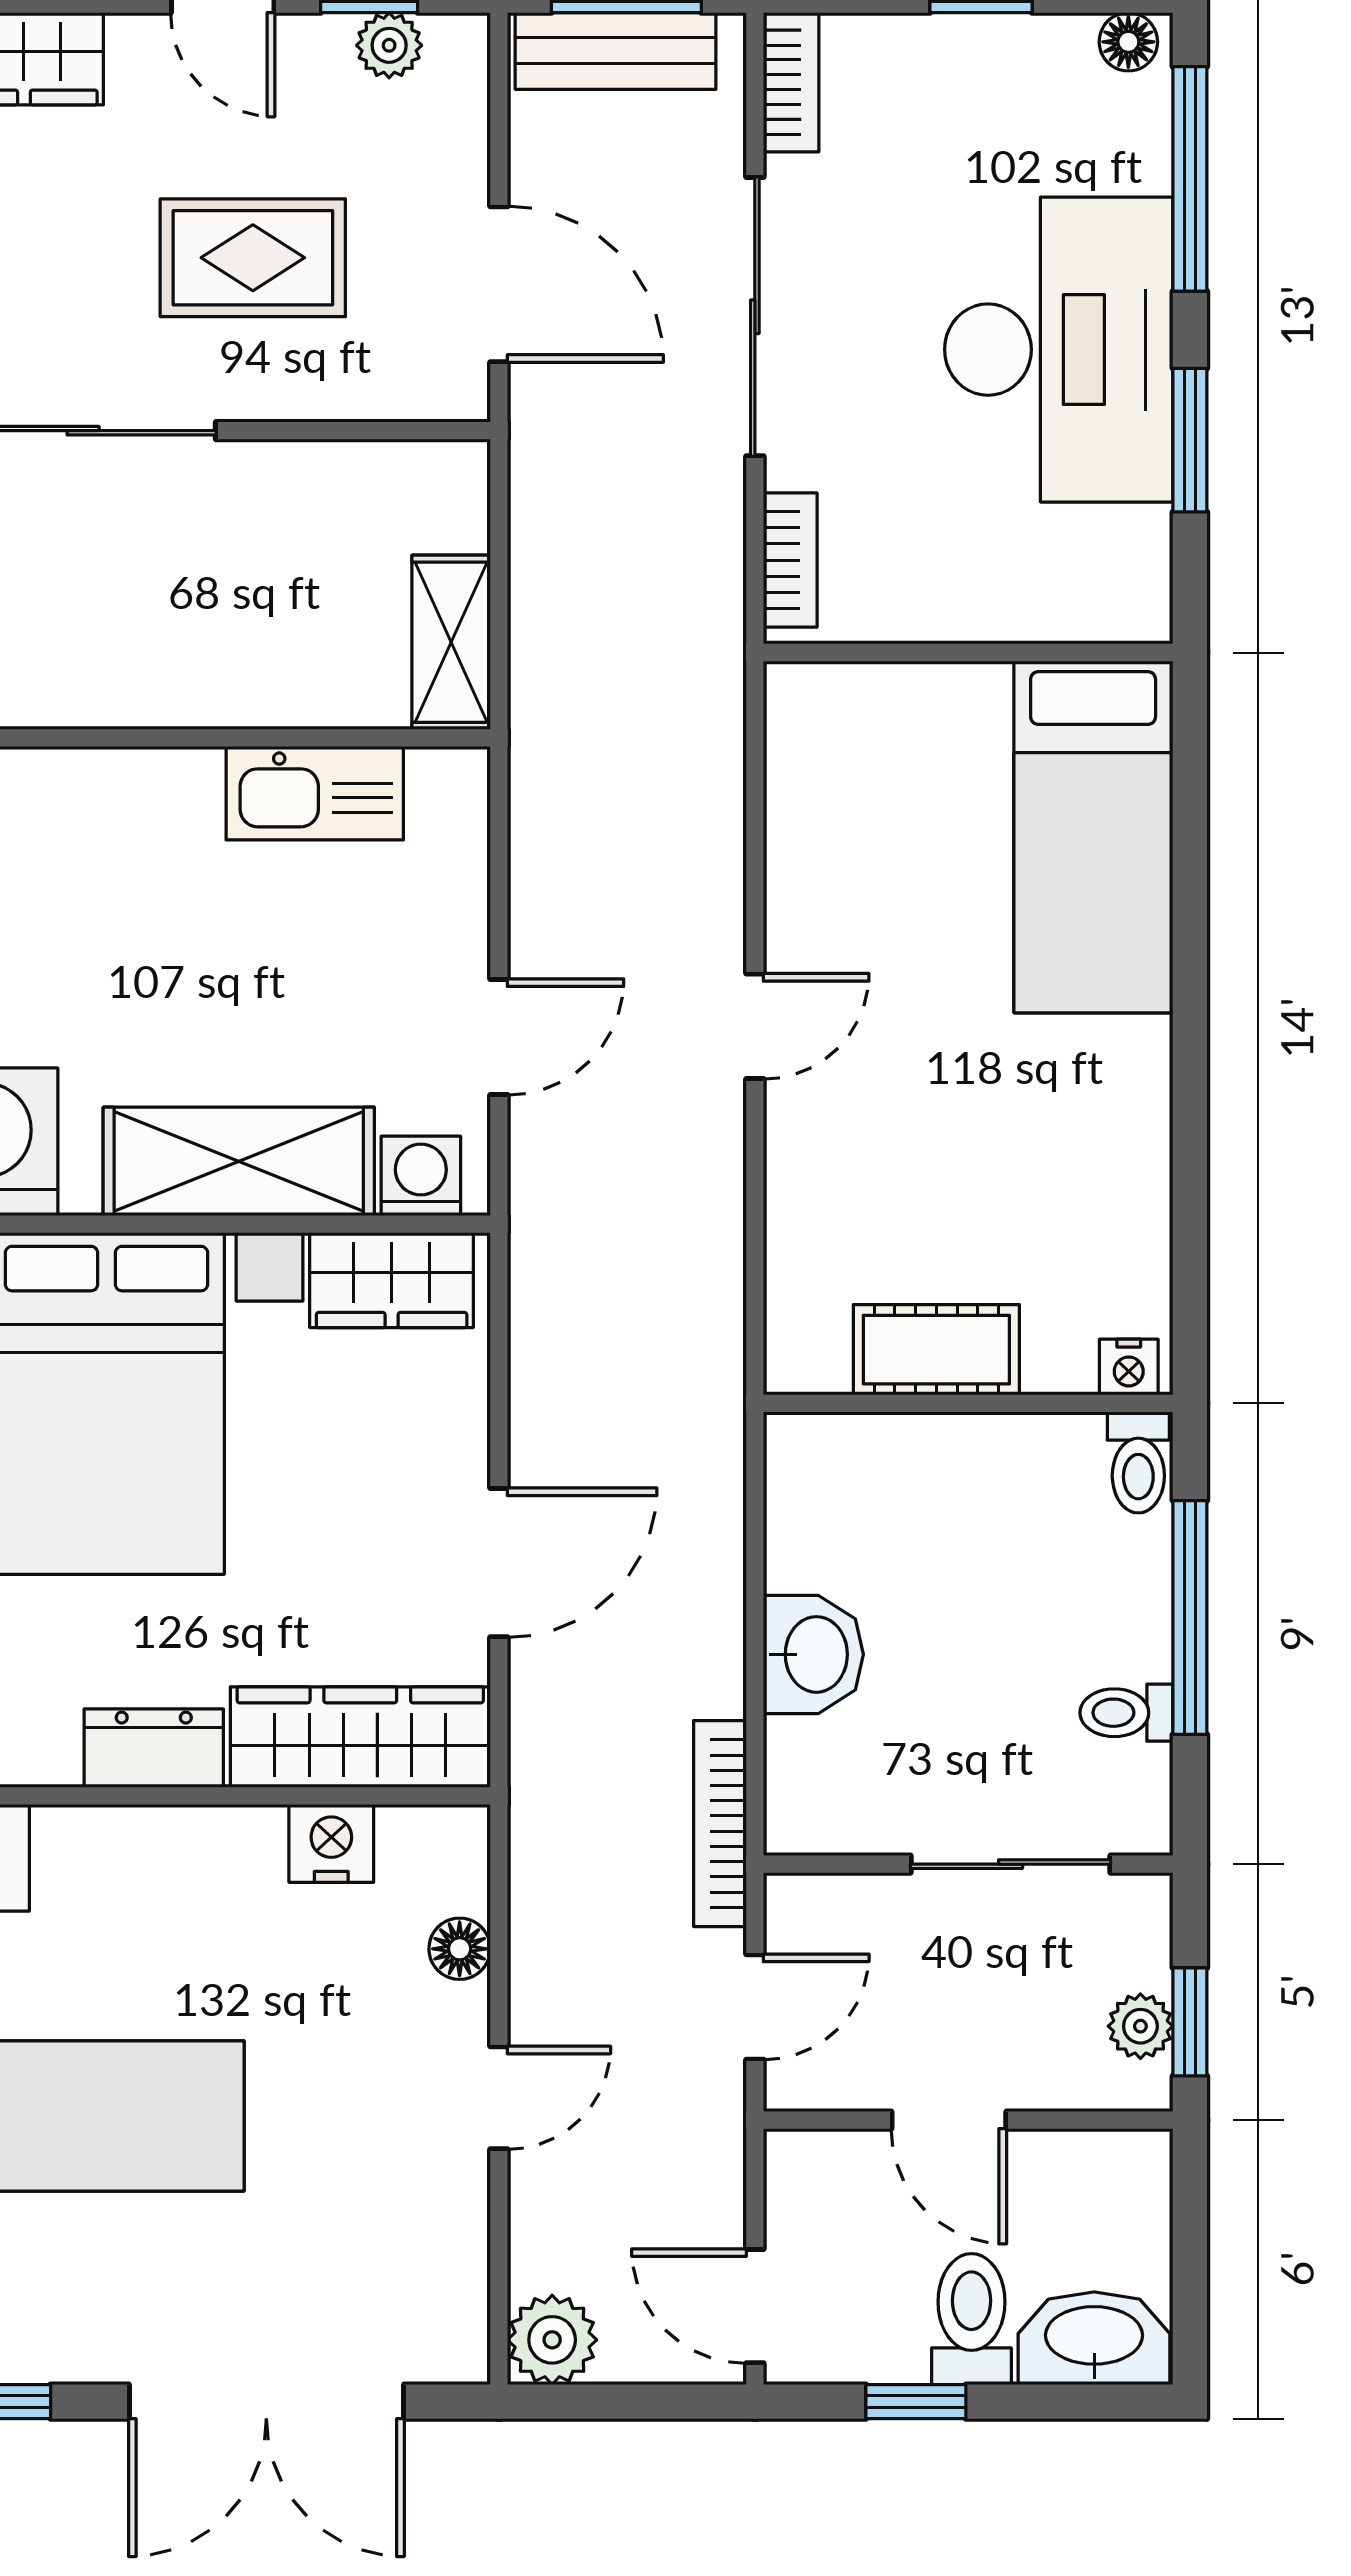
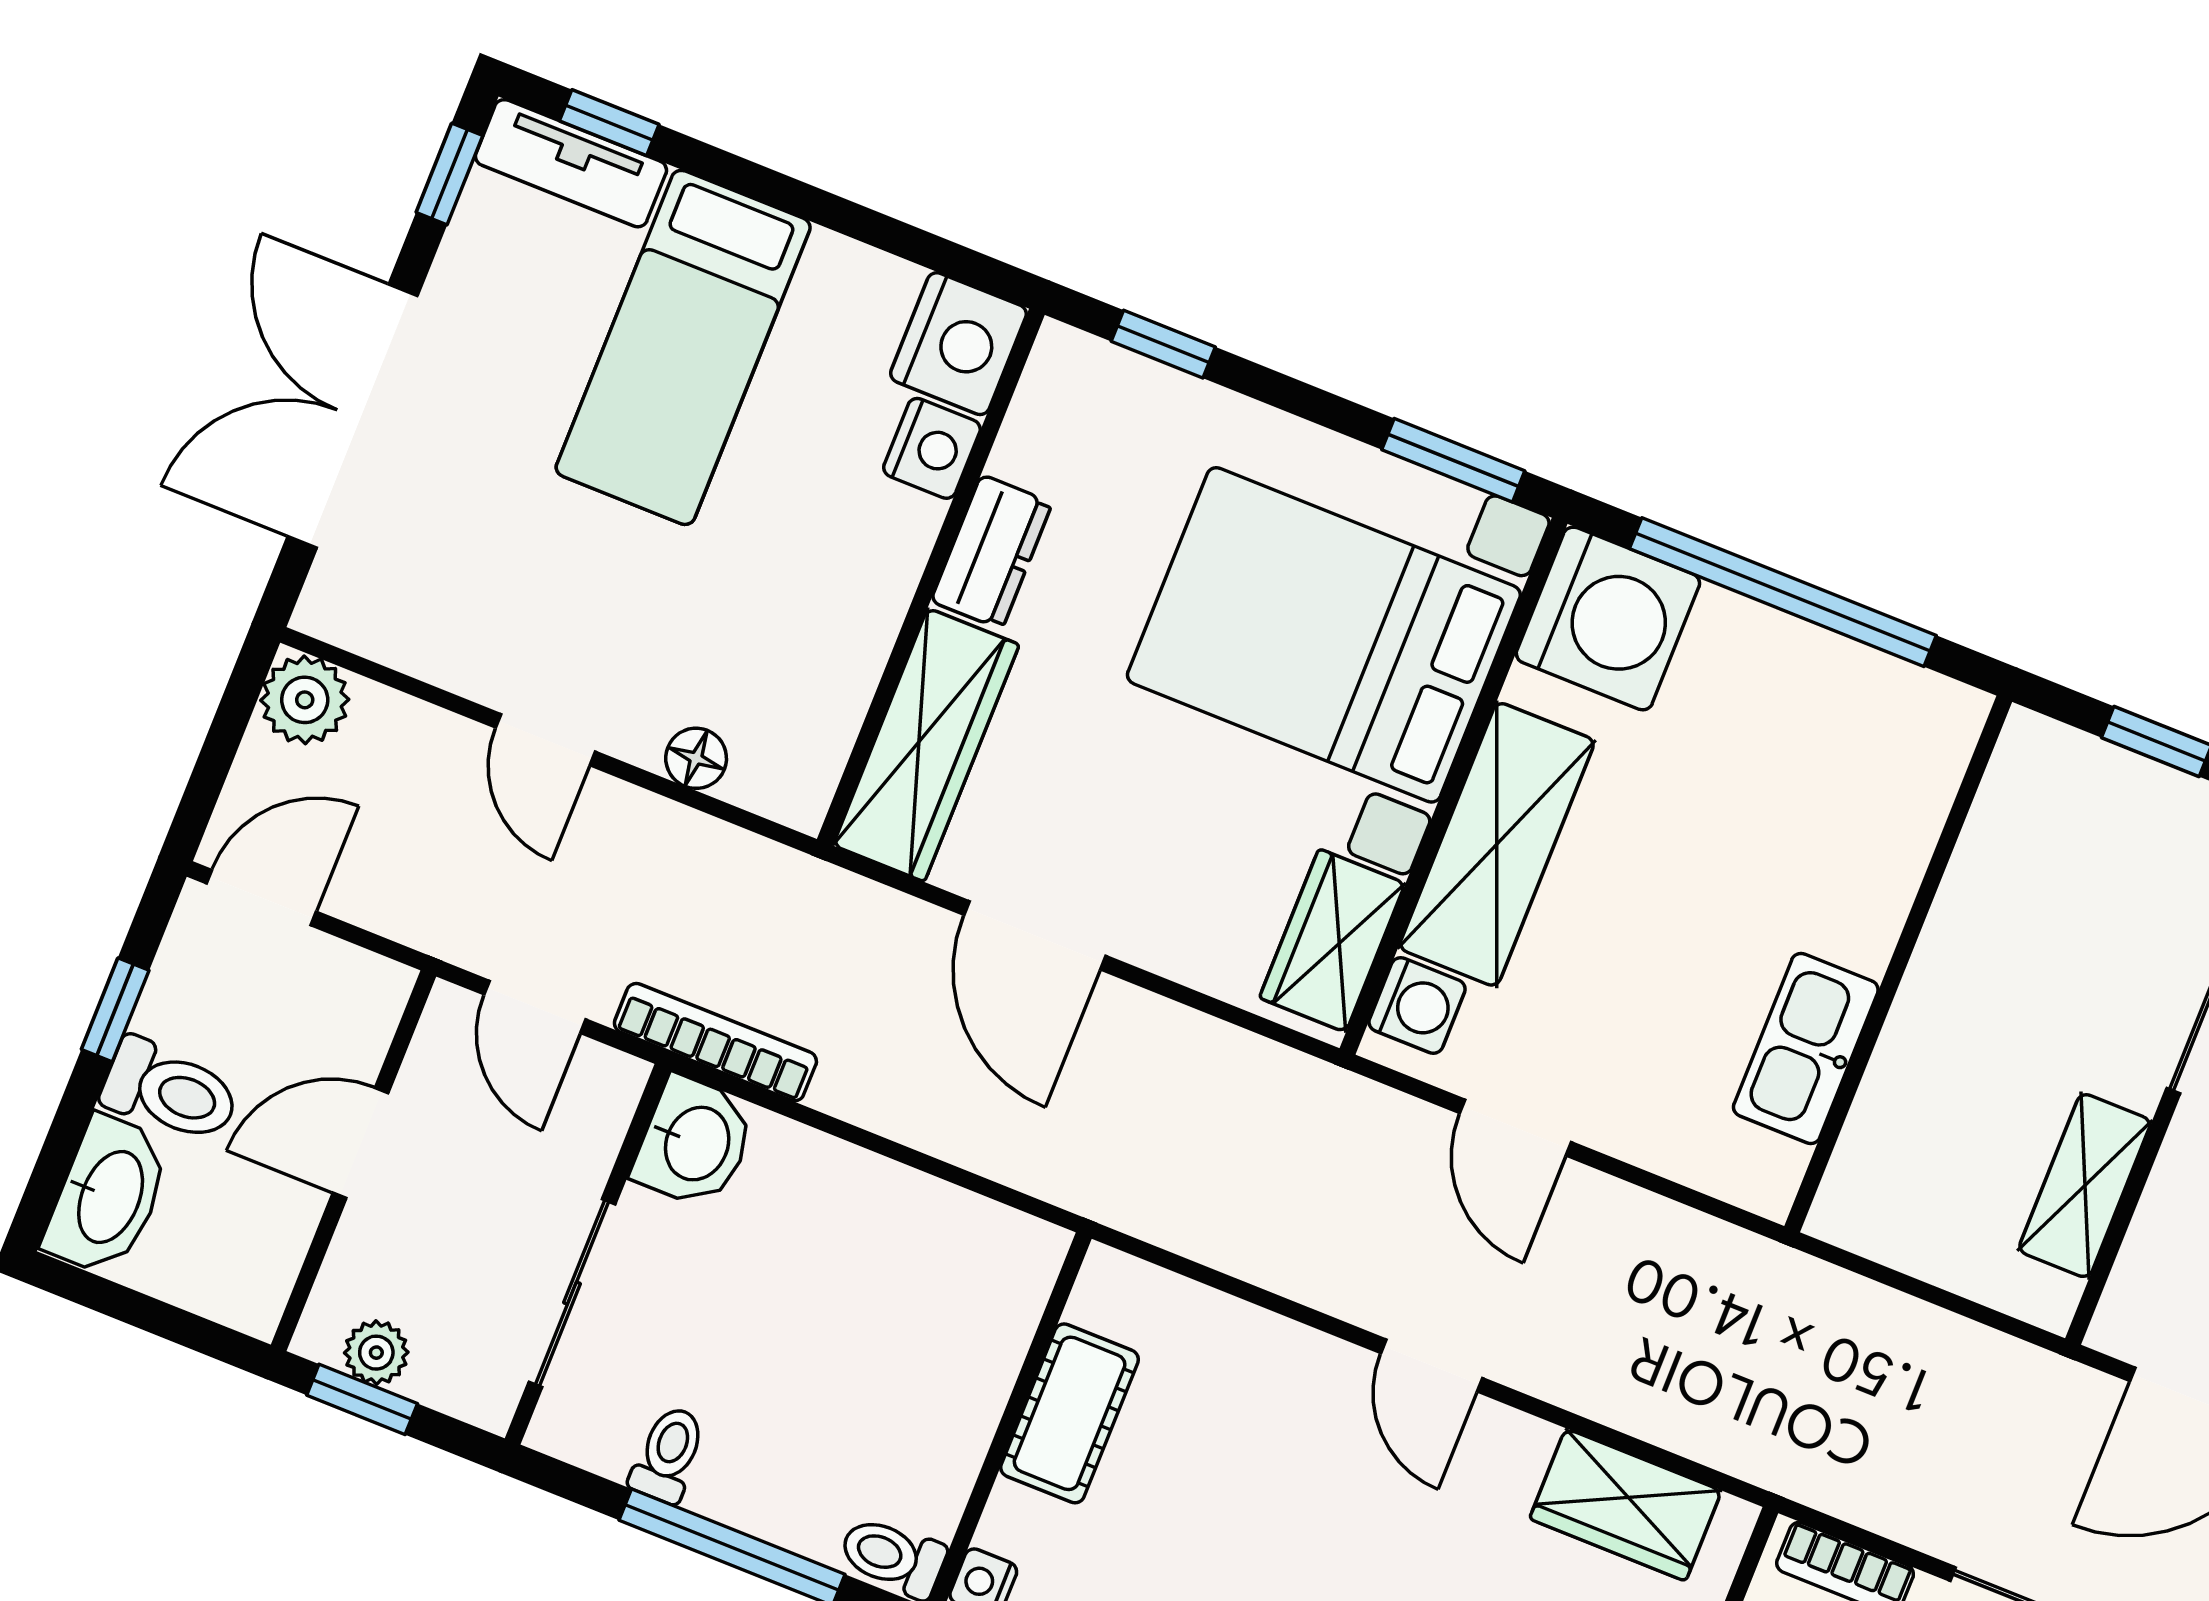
shelving: (451, 642) -> (2085, 1186), moved, turned 90
wardrobe: (813, 791) -> (1625, 1505), added
washbasin: (813, 1654) -> (694, 1142), moved, turned -90
nightstand: (331, 1843) -> (932, 448), moved

